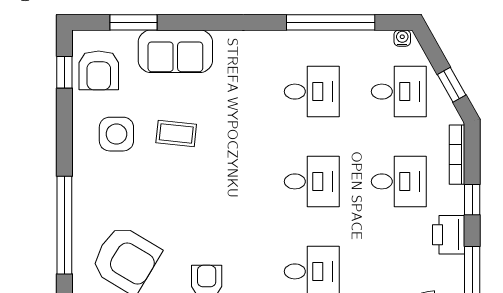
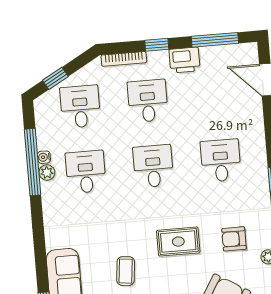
water cooler: (402, 38) -> (44, 157), moved
plant: (315, 40) -> (47, 172), added
window: (452, 85) -> (55, 78), moved
rug: (209, 206) -> (178, 242), added

